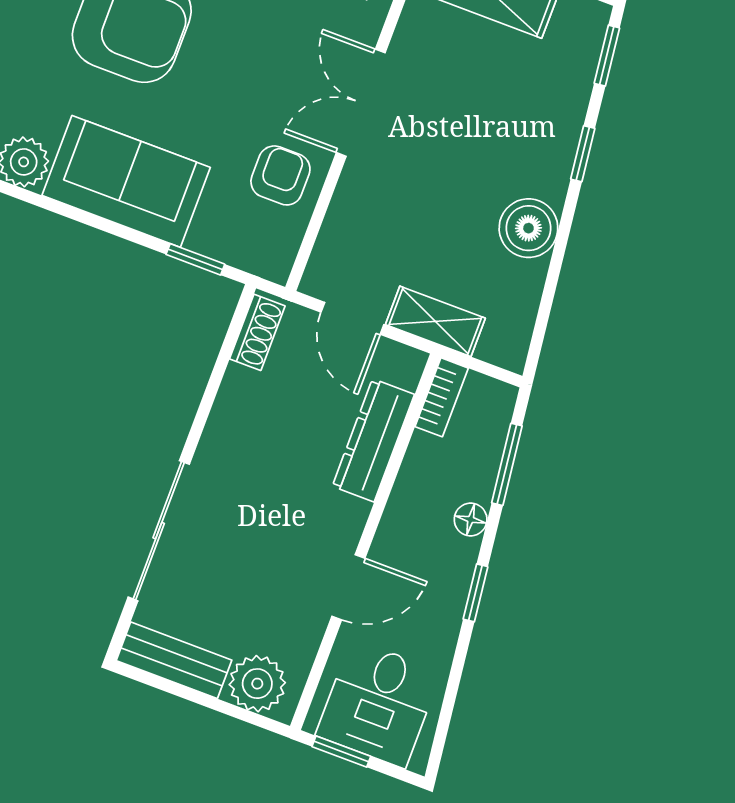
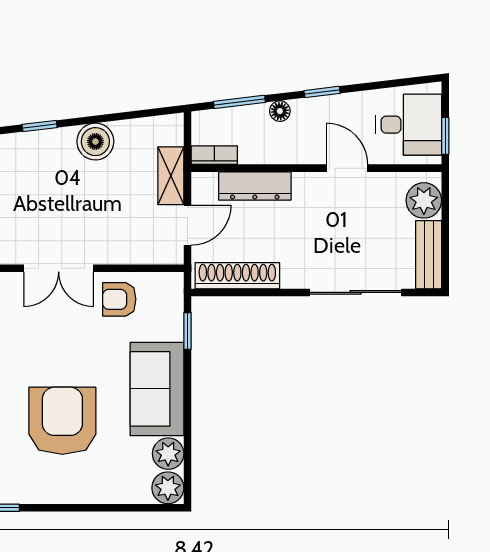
shoe rack: (257, 332) -> (237, 276), width x1.94, depth x1.24

